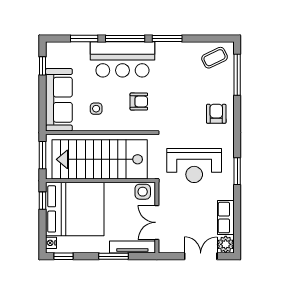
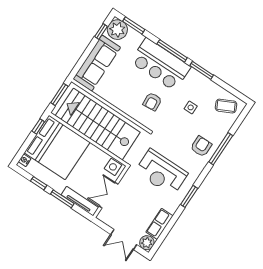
window: (84, 38) -> (134, 25), moved
plant: (57, 53) -> (117, 30), added
window: (237, 75) -> (221, 149), moved
armchair: (139, 101) -> (152, 102), turned 85
side table: (96, 109) -> (191, 107), moved
window: (63, 256) -> (39, 183), moved
double door: (201, 256) -> (124, 239), swing flipped

